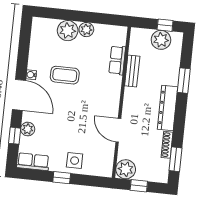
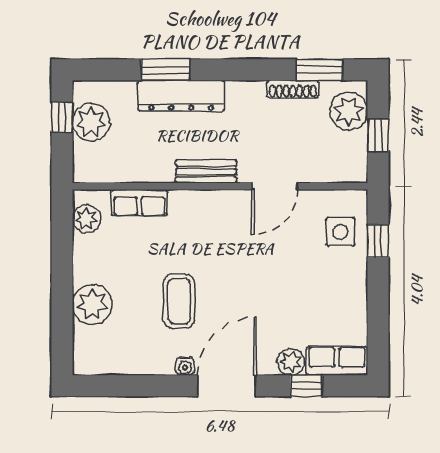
plant: (86, 30) -> (86, 219), moved
bench: (132, 71) -> (206, 172), moved
dresser: (168, 108) -> (181, 96), moved
side table: (75, 161) -> (340, 232), moved
row of seats: (33, 162) -> (337, 361), moved, turned 90
plant: (126, 169) -> (349, 111), moved
window: (62, 178) -> (378, 241), moved

